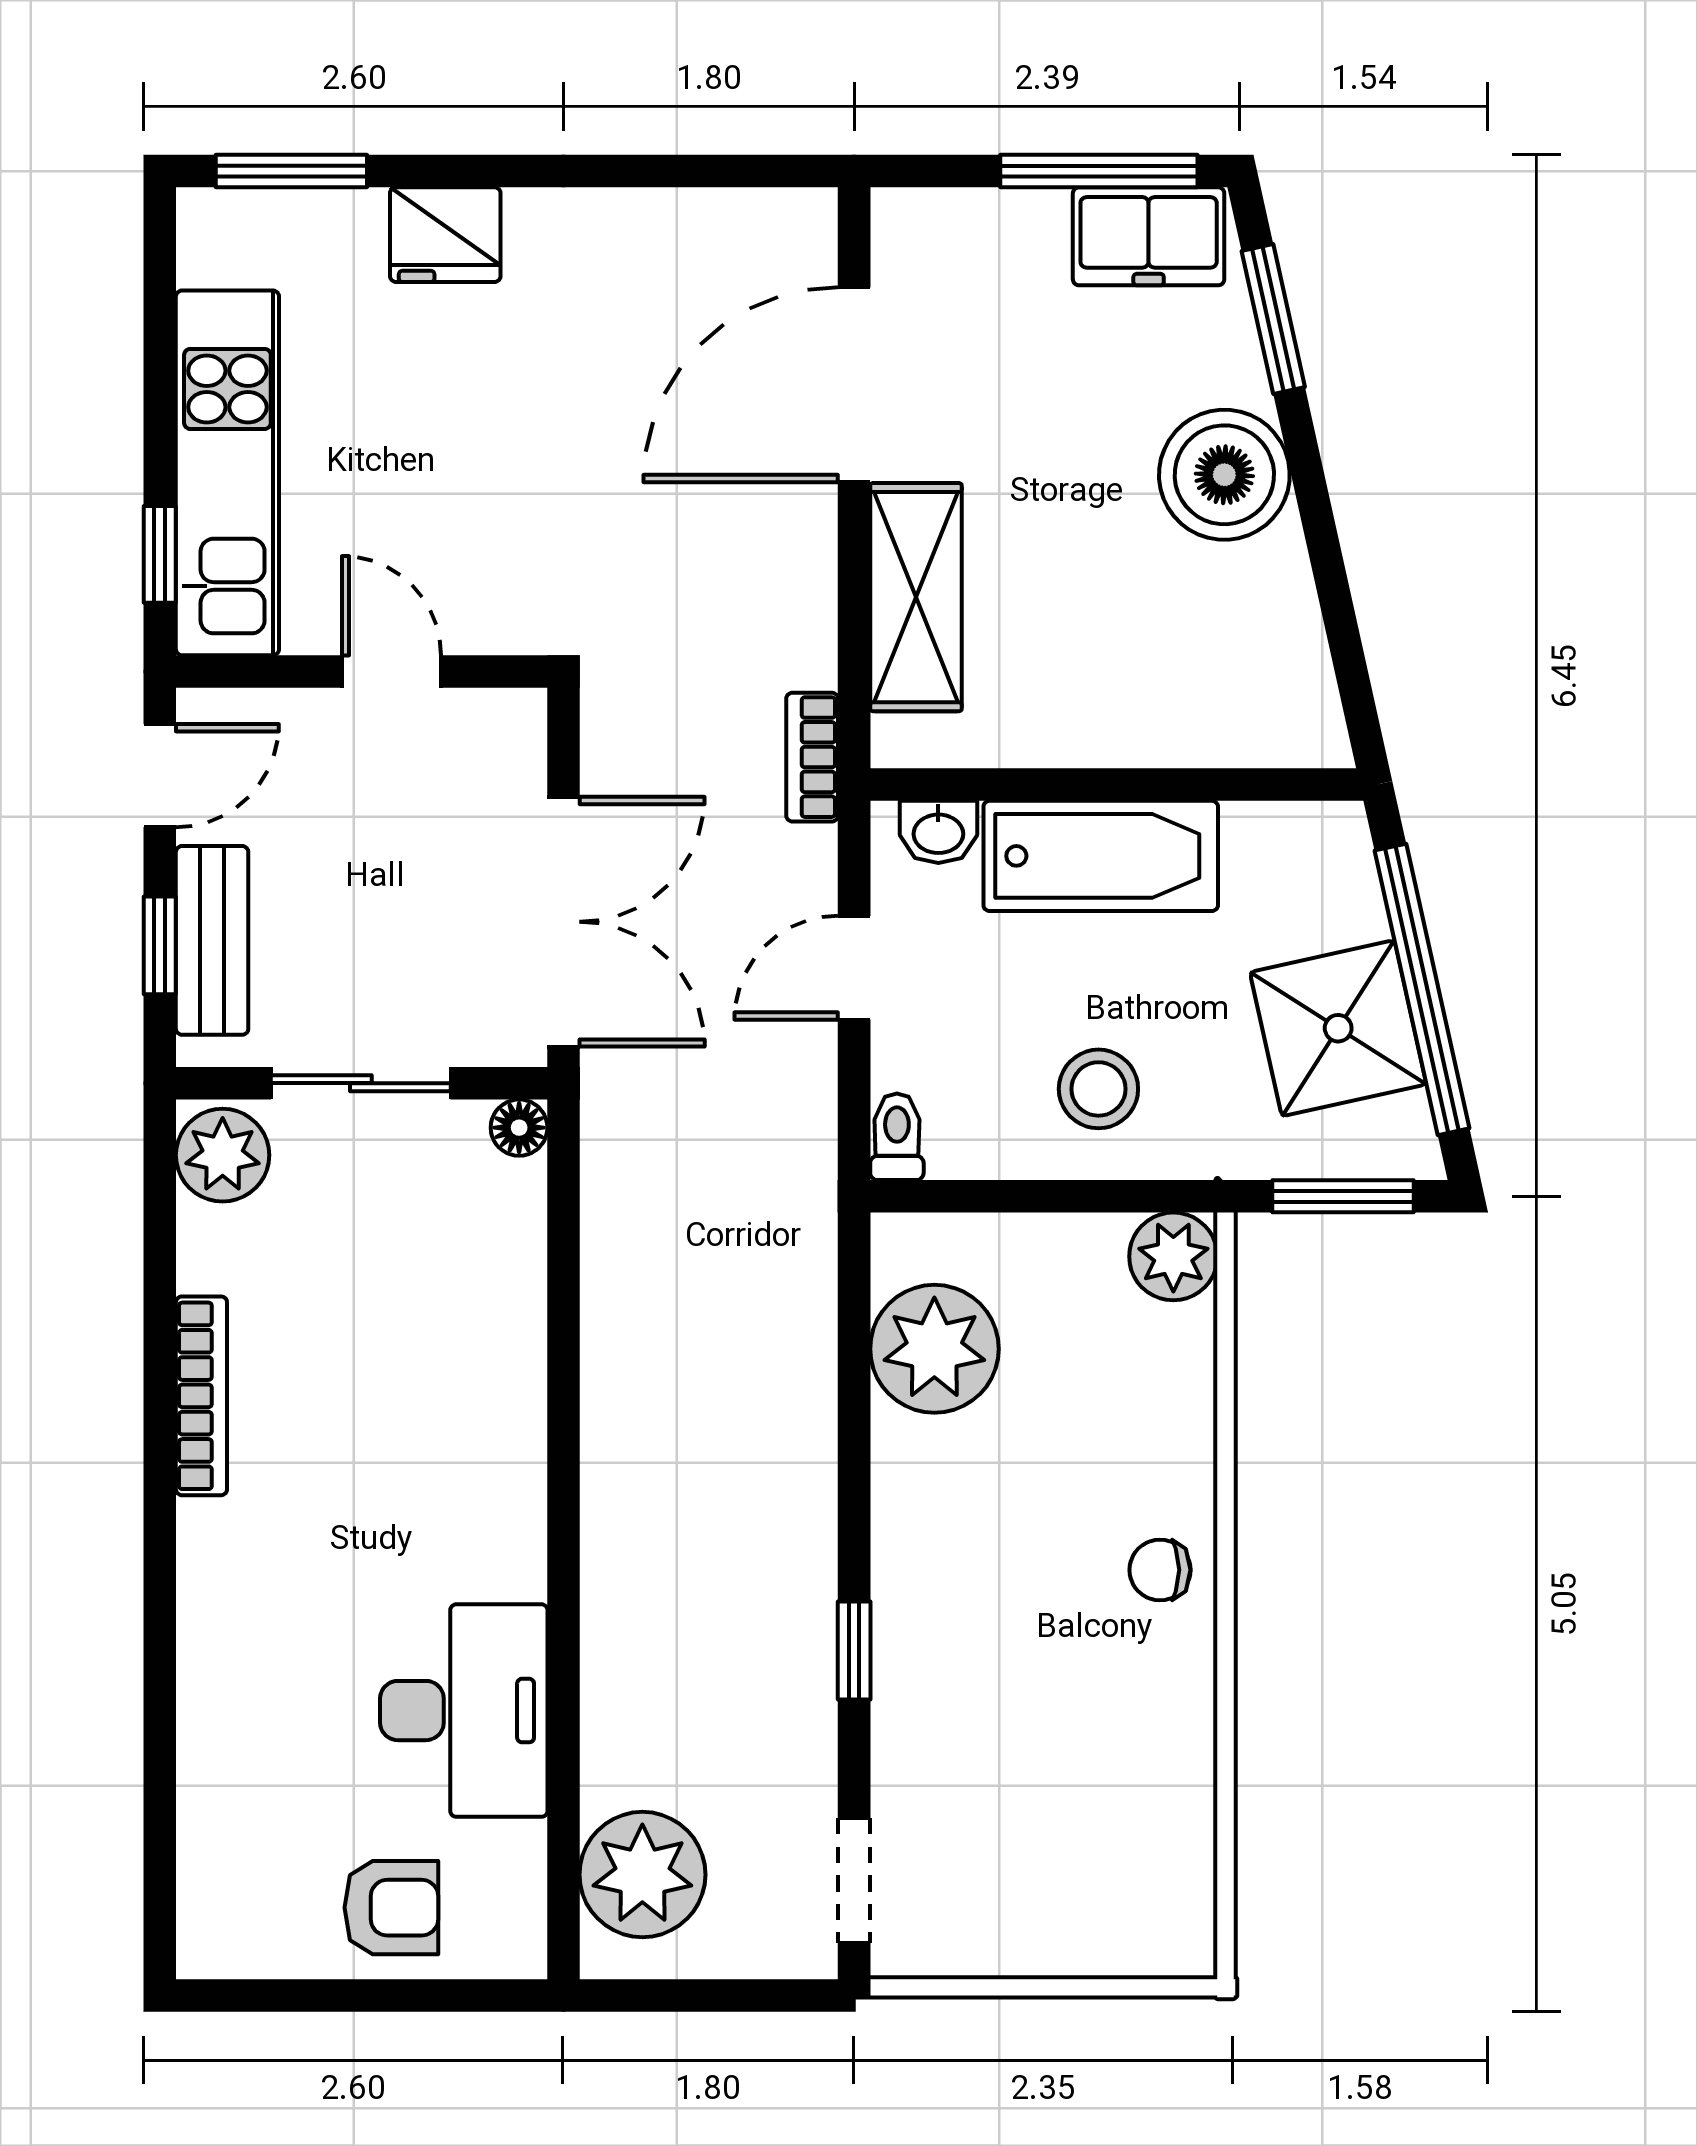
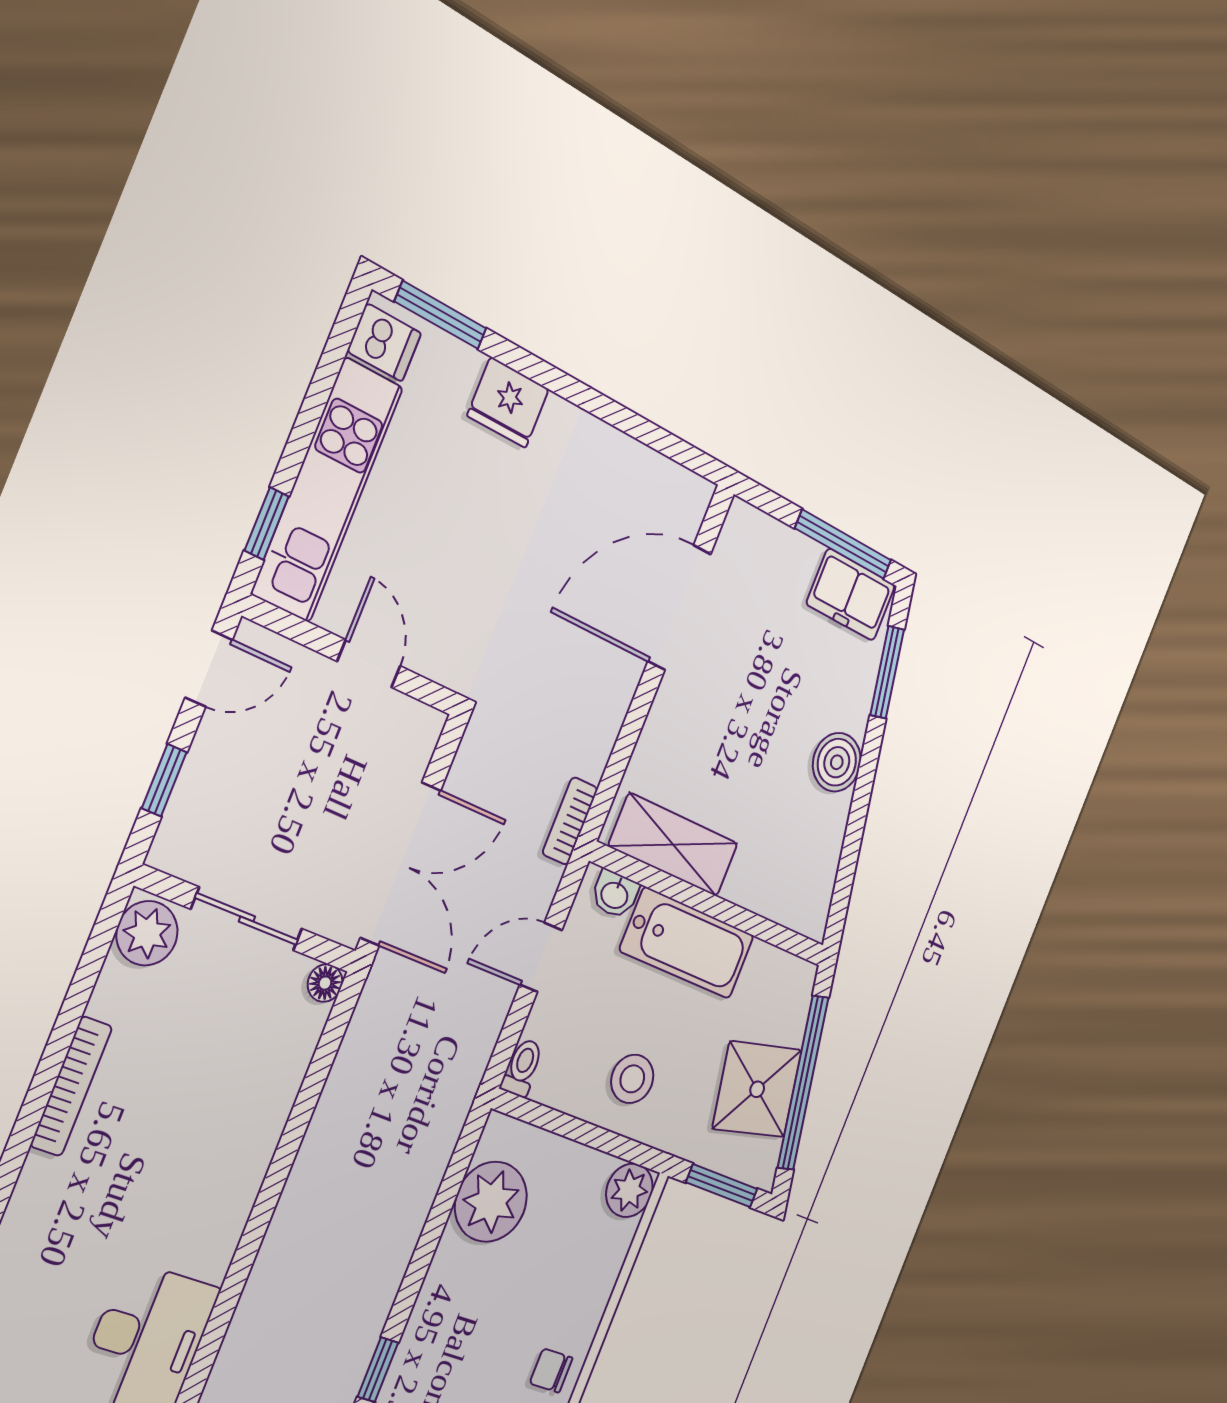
dishwasher: (225, 246) -> (384, 342), added
boiler: (1224, 475) -> (837, 762), width x0.73, depth x0.73
shelving: (916, 597) -> (673, 845), moved, turned 90
bench: (212, 940) -> (197, 790), removed

